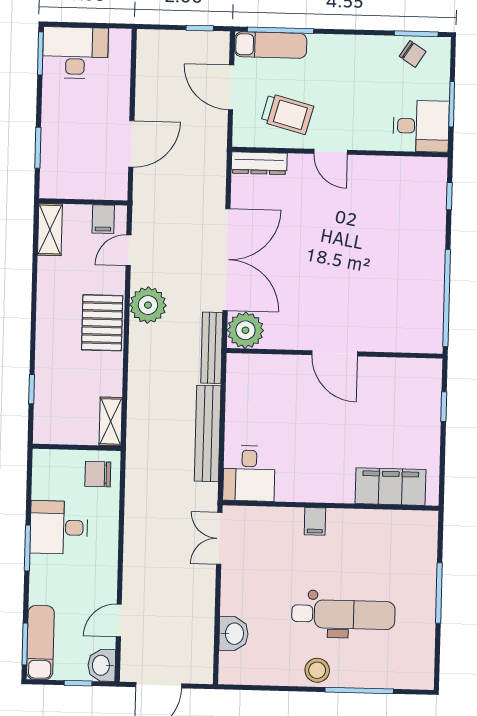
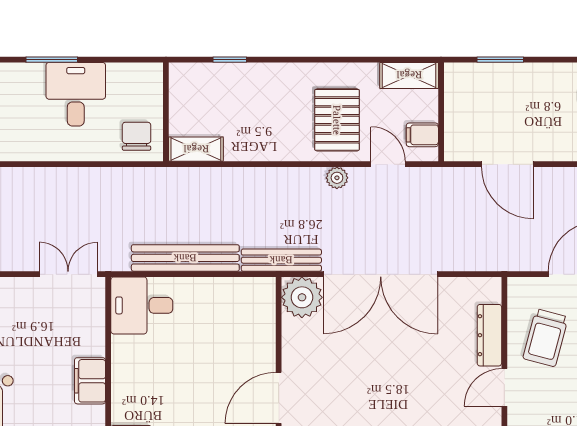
dresser: (259, 163) -> (489, 335), moved
plant: (148, 305) -> (337, 178), width x0.53, depth x0.53
pallet: (102, 323) -> (337, 120), moved, turned 90
filing cabinet: (315, 521) -> (90, 381), width x2.00

